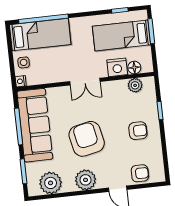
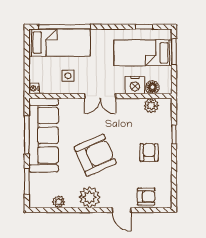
side table: (24, 62) -> (68, 76), moved
armchair: (138, 131) -> (149, 153), turned -90
armchair: (87, 139) -> (95, 155), turned 78
plant: (51, 183) -> (59, 202), width x0.53, depth x0.53

